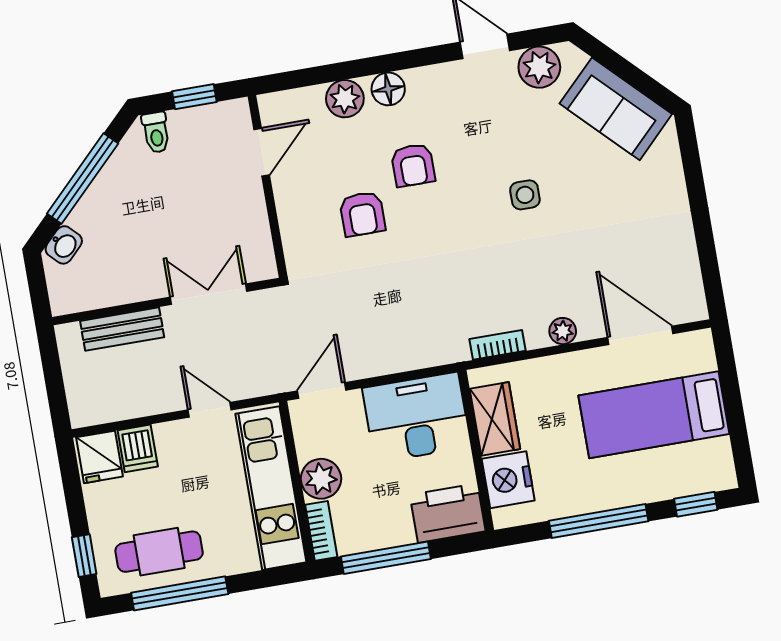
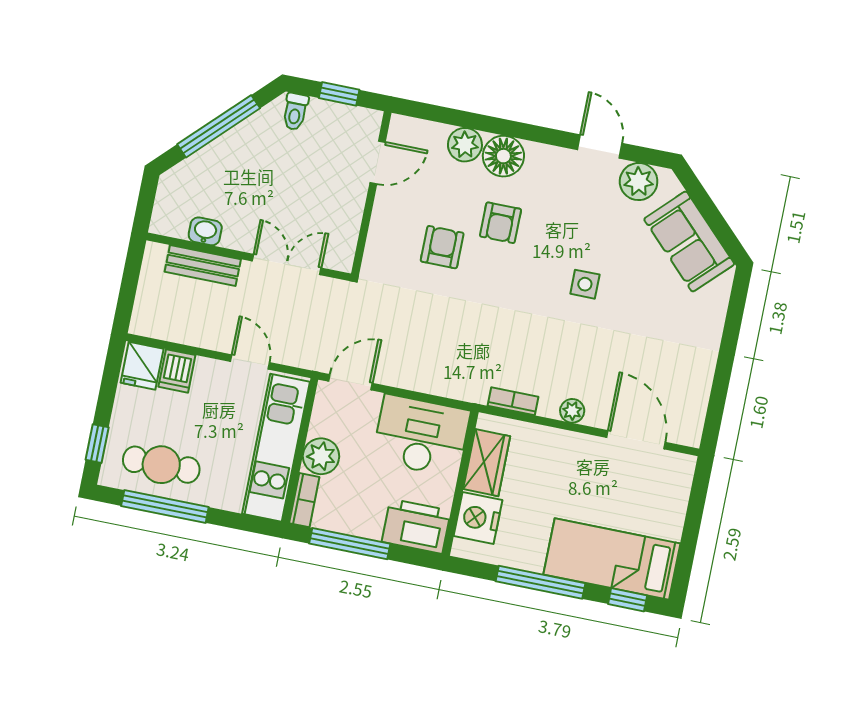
floor lamp: (388, 89) -> (503, 156), width x1.38, depth x1.38
armchair: (362, 214) -> (442, 247), turned 180
washbasin: (64, 245) -> (205, 231), moved, turned -135
bed: (654, 415) -> (612, 559), moved

